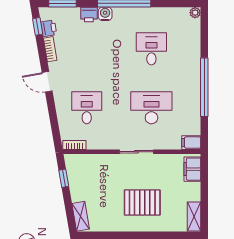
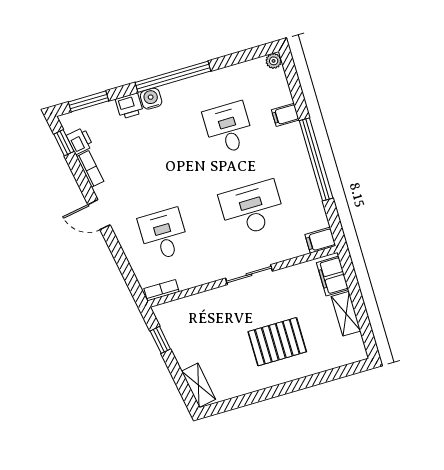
filing cabinet: (192, 51) -> (285, 115), added
shelving: (194, 217) -> (346, 314), moved

